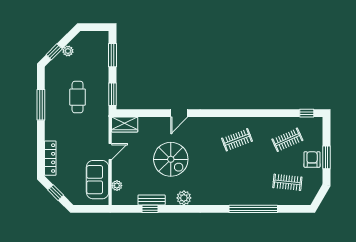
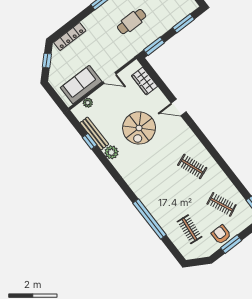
wardrobe: (125, 125) -> (145, 81), moved
armchair: (312, 159) -> (221, 234), turned -90
plant: (184, 198) -> (111, 152), moved
bench: (152, 200) -> (94, 134), width x1.36

